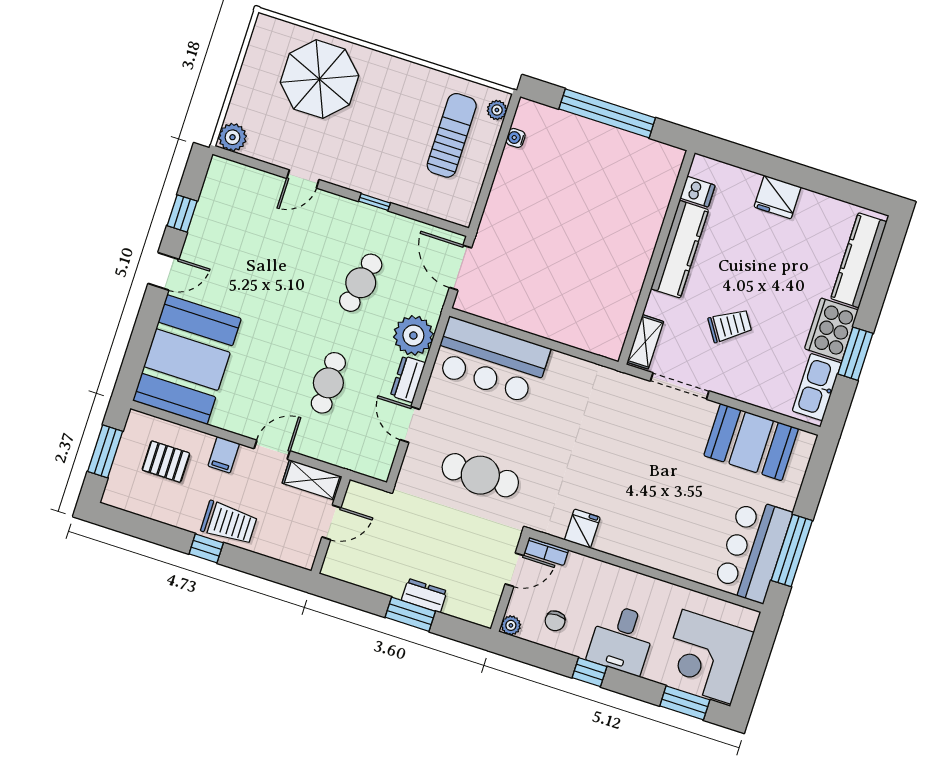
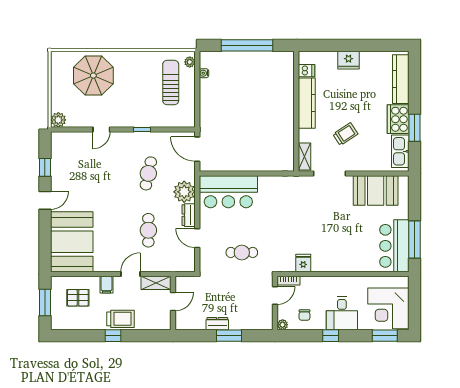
cafe table: (480, 475) -> (242, 252), width x0.73, depth x0.74
dresser: (424, 596) -> (217, 324), moved

